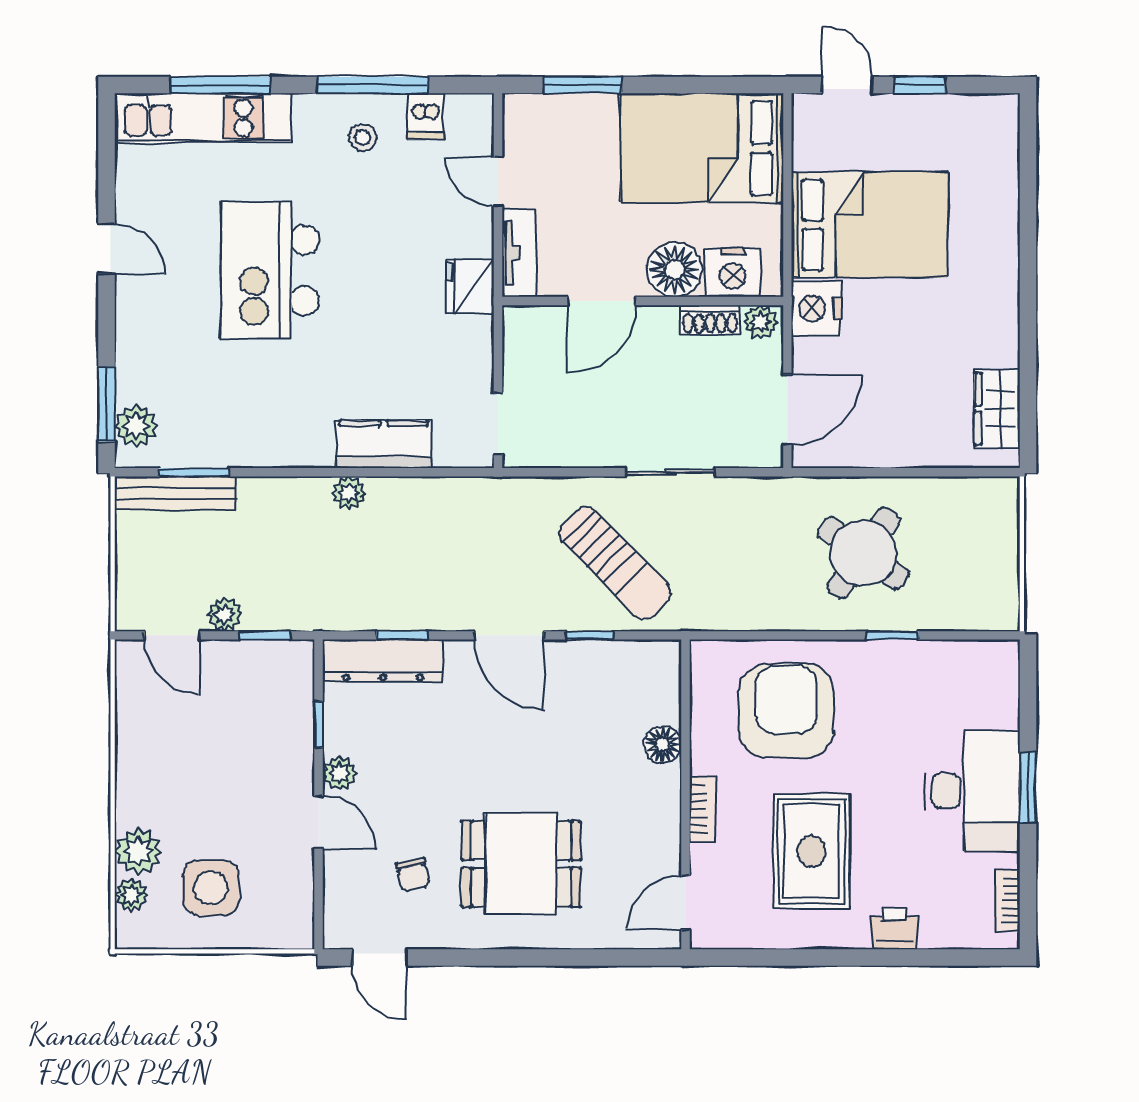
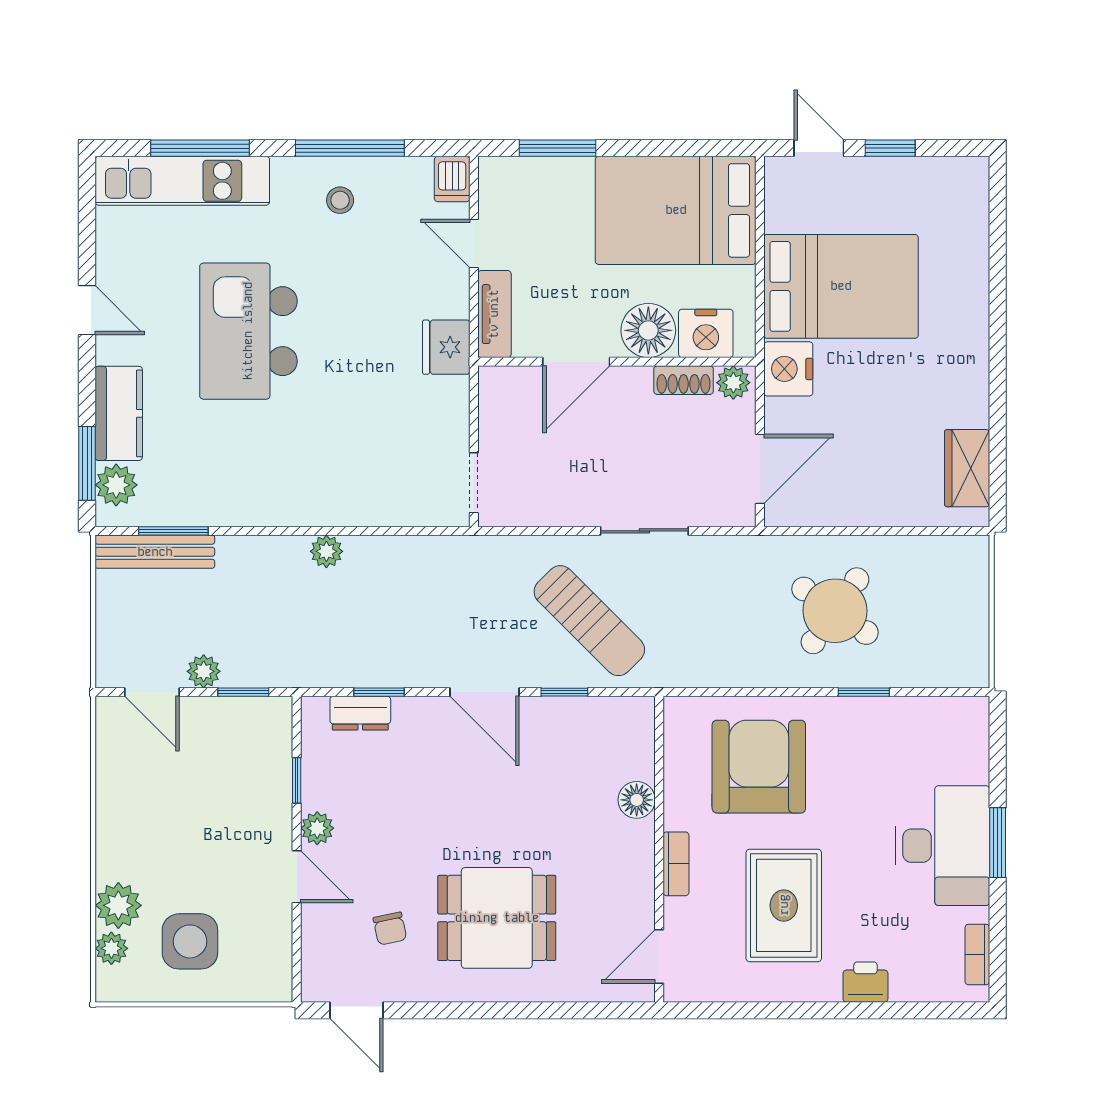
dishwasher: (426, 116) -> (452, 179), moved
kitchen counter: (384, 444) -> (119, 413), moved, turned 90
dresser: (383, 661) -> (360, 713), width x0.51, depth x0.80

